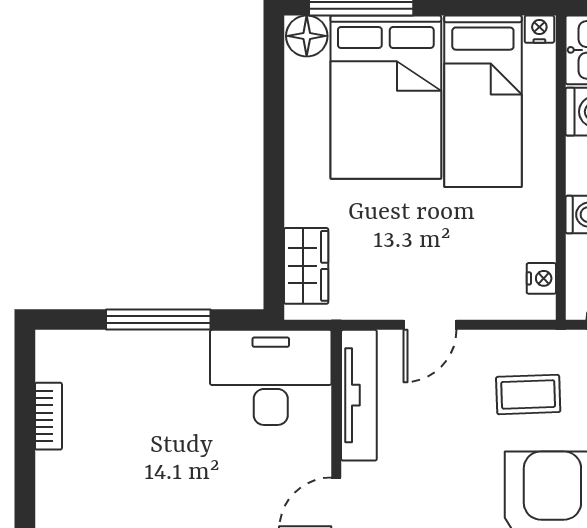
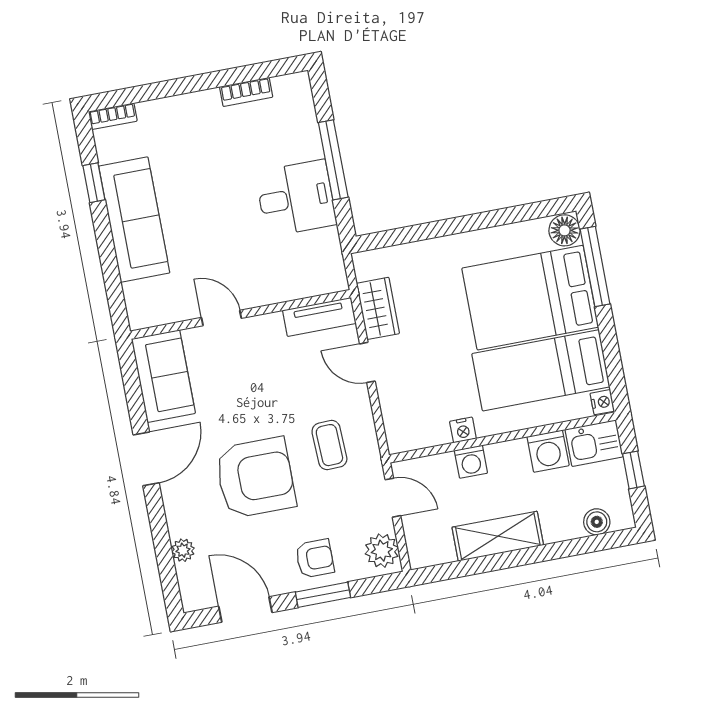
wardrobe: (306, 266) -> (378, 308), moved, turned -90
nightstand: (541, 278) -> (463, 430), moved
desk: (271, 377) -> (296, 198), moved, width x0.73
tv unit: (359, 395) -> (319, 317), width x0.71

